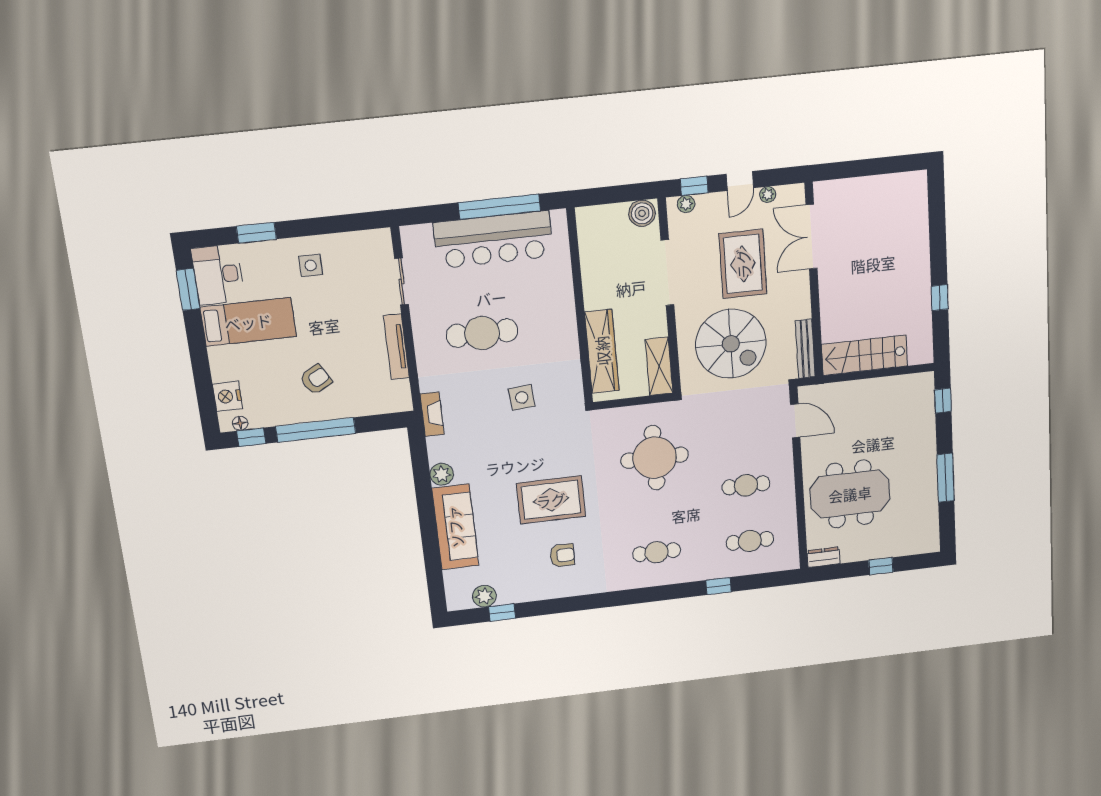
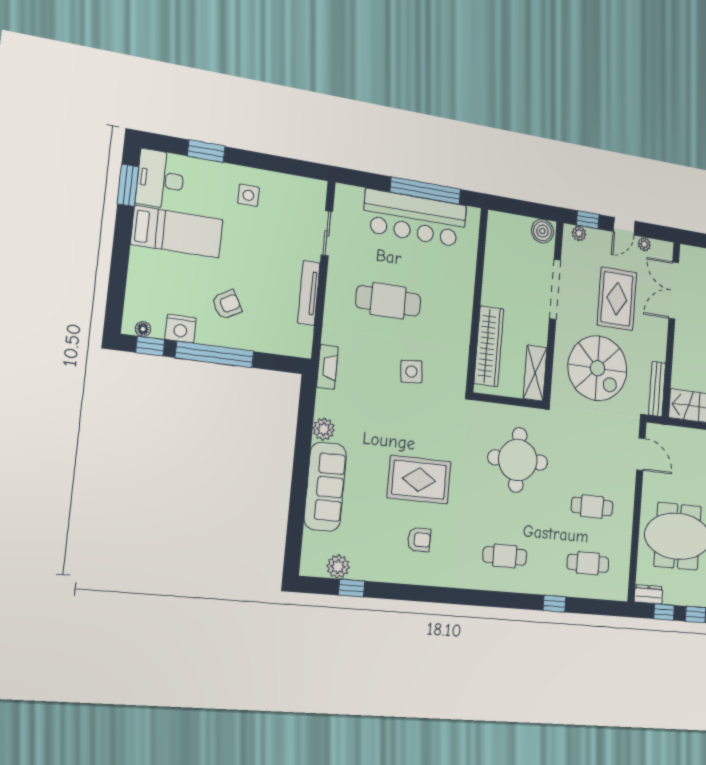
nightstand: (228, 396) -> (181, 329), moved, turned -90
window: (844, 571) -> (664, 612), added

